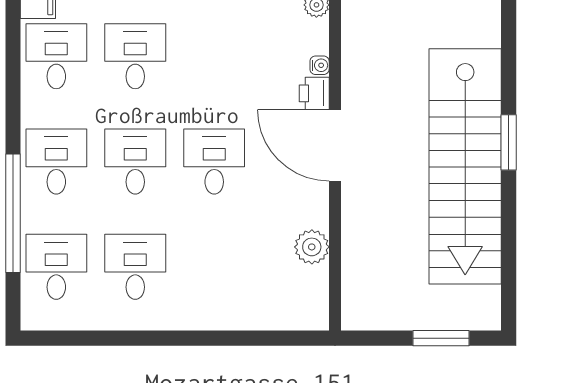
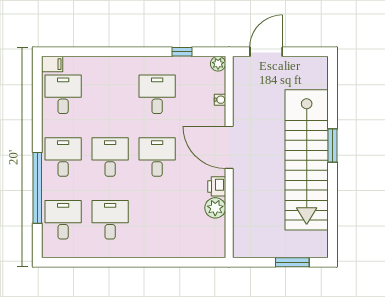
desk: (135, 56) -> (157, 94), moved
printer: (314, 93) -> (217, 186), moved

